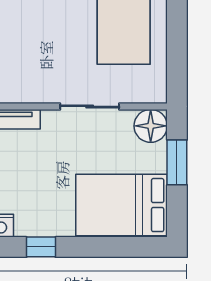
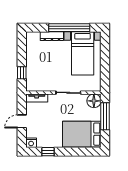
window: (177, 162) -> (105, 116), width x1.44

